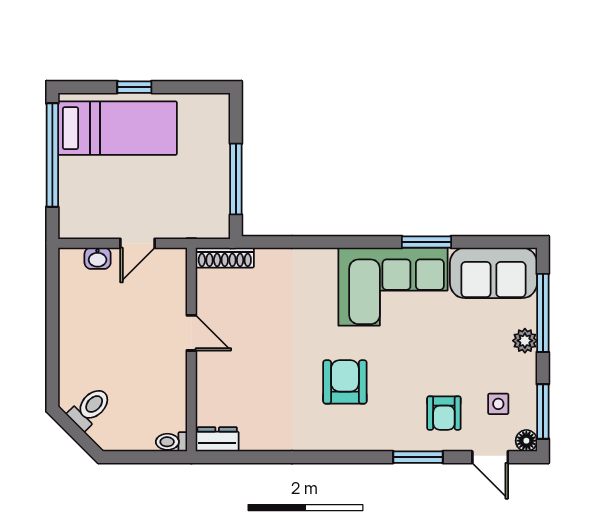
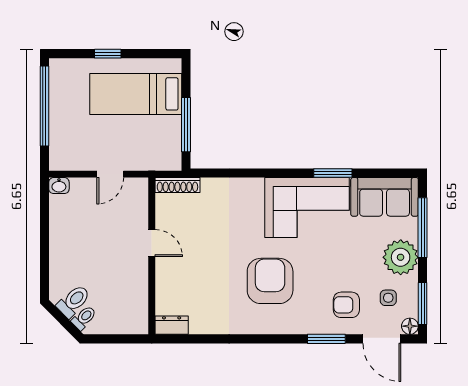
bed: (117, 128) -> (136, 94), moved, turned 180
washbasin: (98, 258) -> (59, 186), moved
plant: (525, 341) -> (401, 257), width x1.88, depth x1.88
armchair: (345, 382) -> (270, 281), width x1.36, depth x1.36
armchair: (444, 413) -> (346, 305), turned 90
toilet: (171, 442) -> (84, 318), moved, turned 135
door: (490, 457) -> (382, 339), width x1.38

